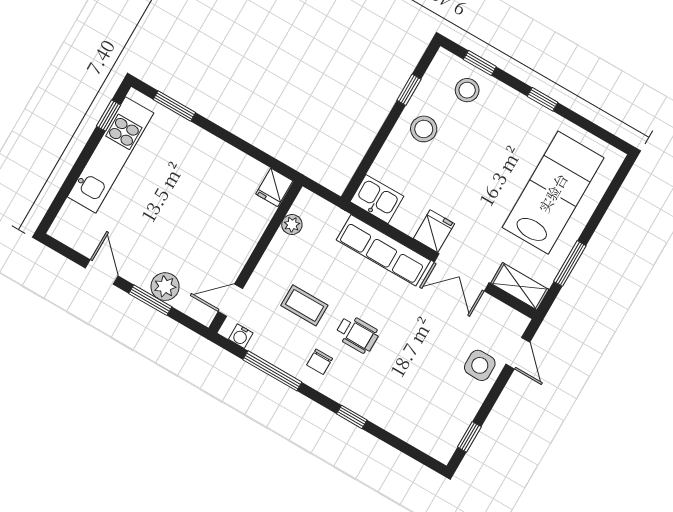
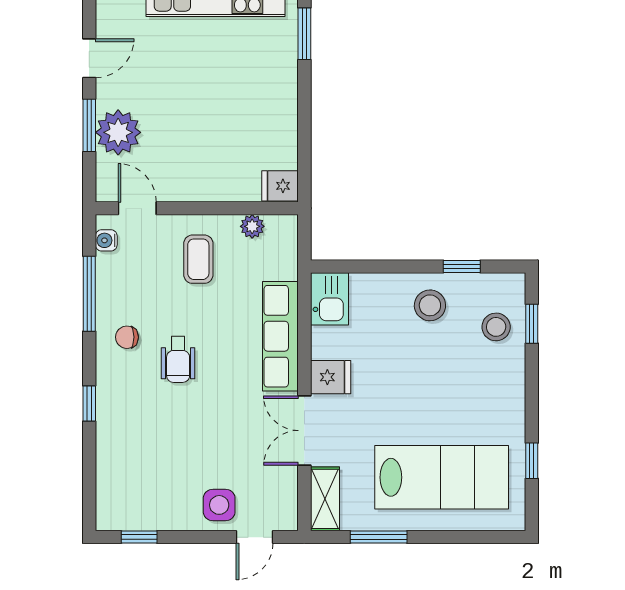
window: (543, 99) -> (532, 461), moved
plant: (165, 287) -> (118, 132), width x1.36, depth x1.36
coffee table: (304, 305) -> (198, 259), moved

